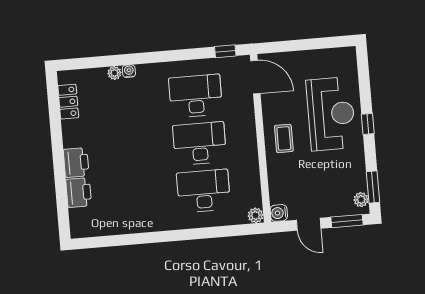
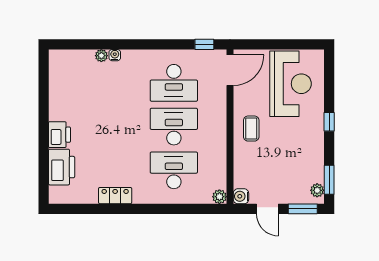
door: (255, 77) -> (230, 70), hinge flipped
desk: (196, 96) -> (174, 83), turned 180
locker: (68, 102) -> (115, 196), moved, turned -90
reception desk: (331, 114) -> (291, 84), moved
printer: (79, 192) -> (62, 167), width x1.37, depth x1.19

